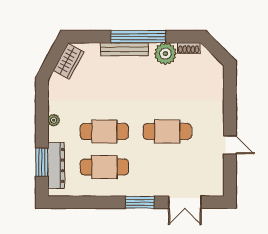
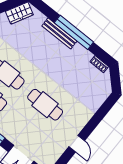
plant: (165, 54) -> (82, 56), removed

